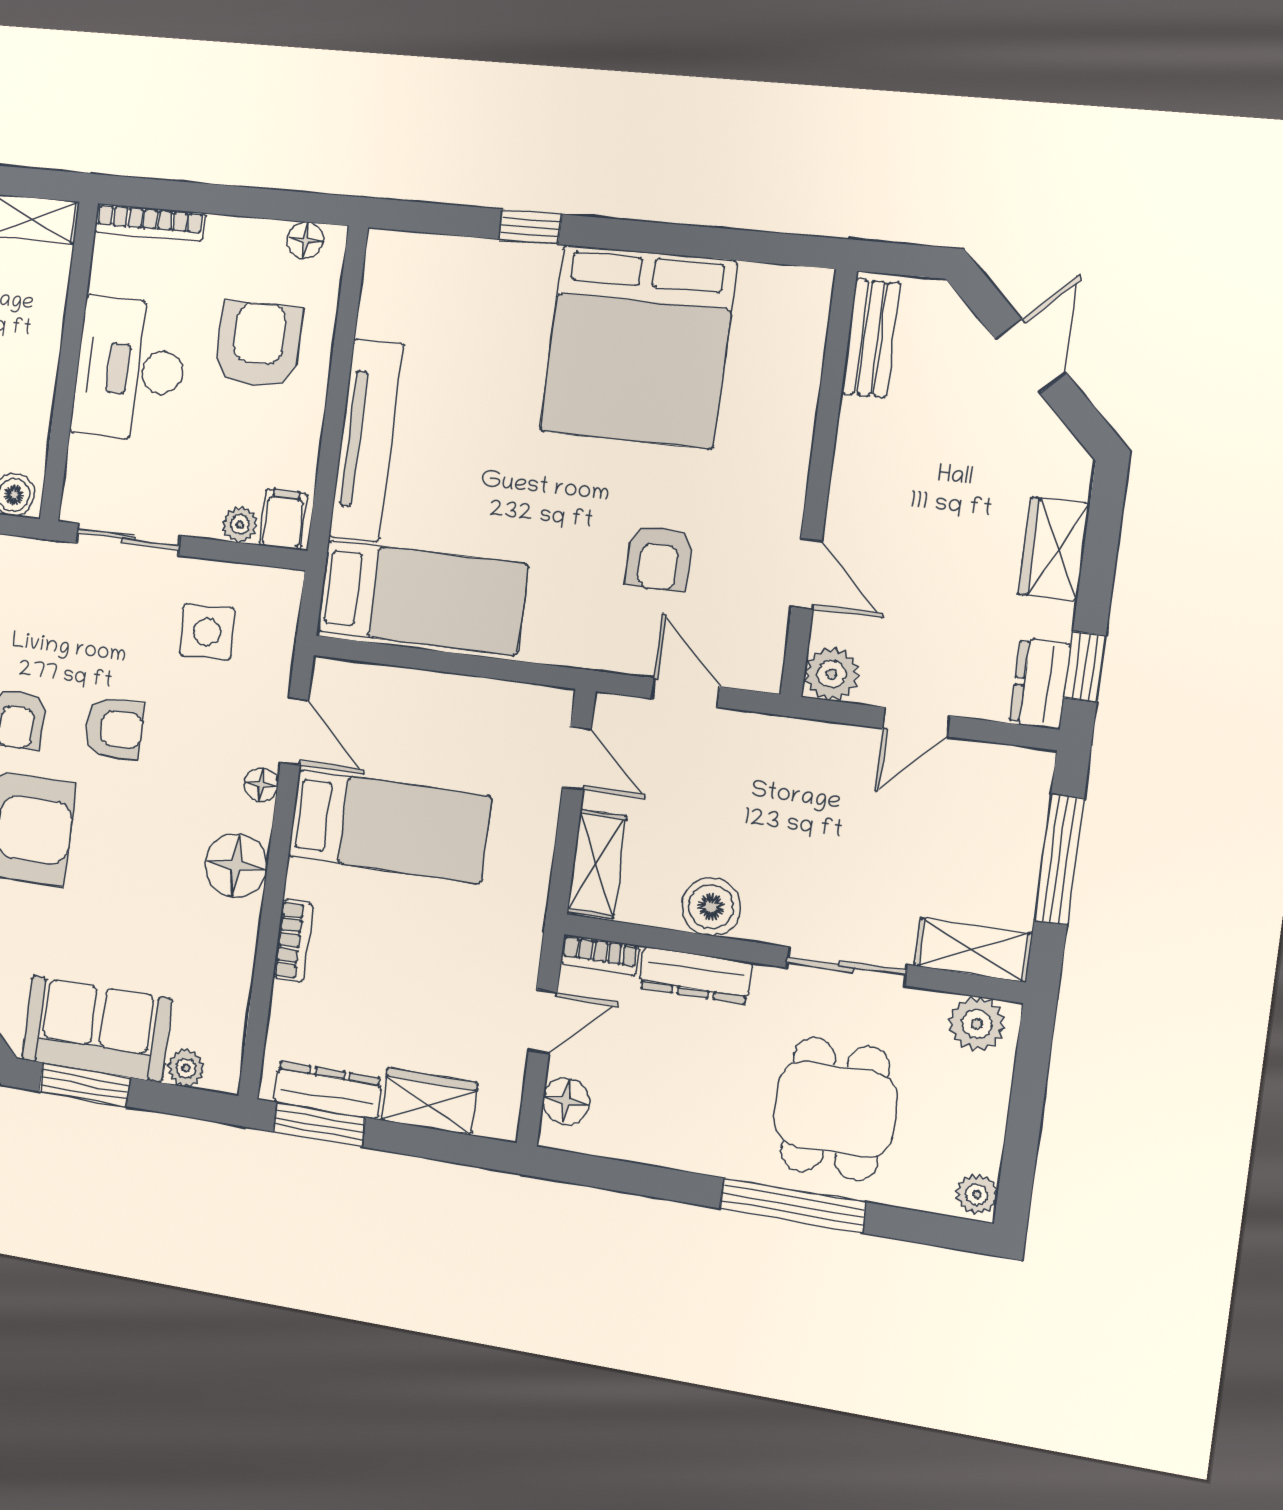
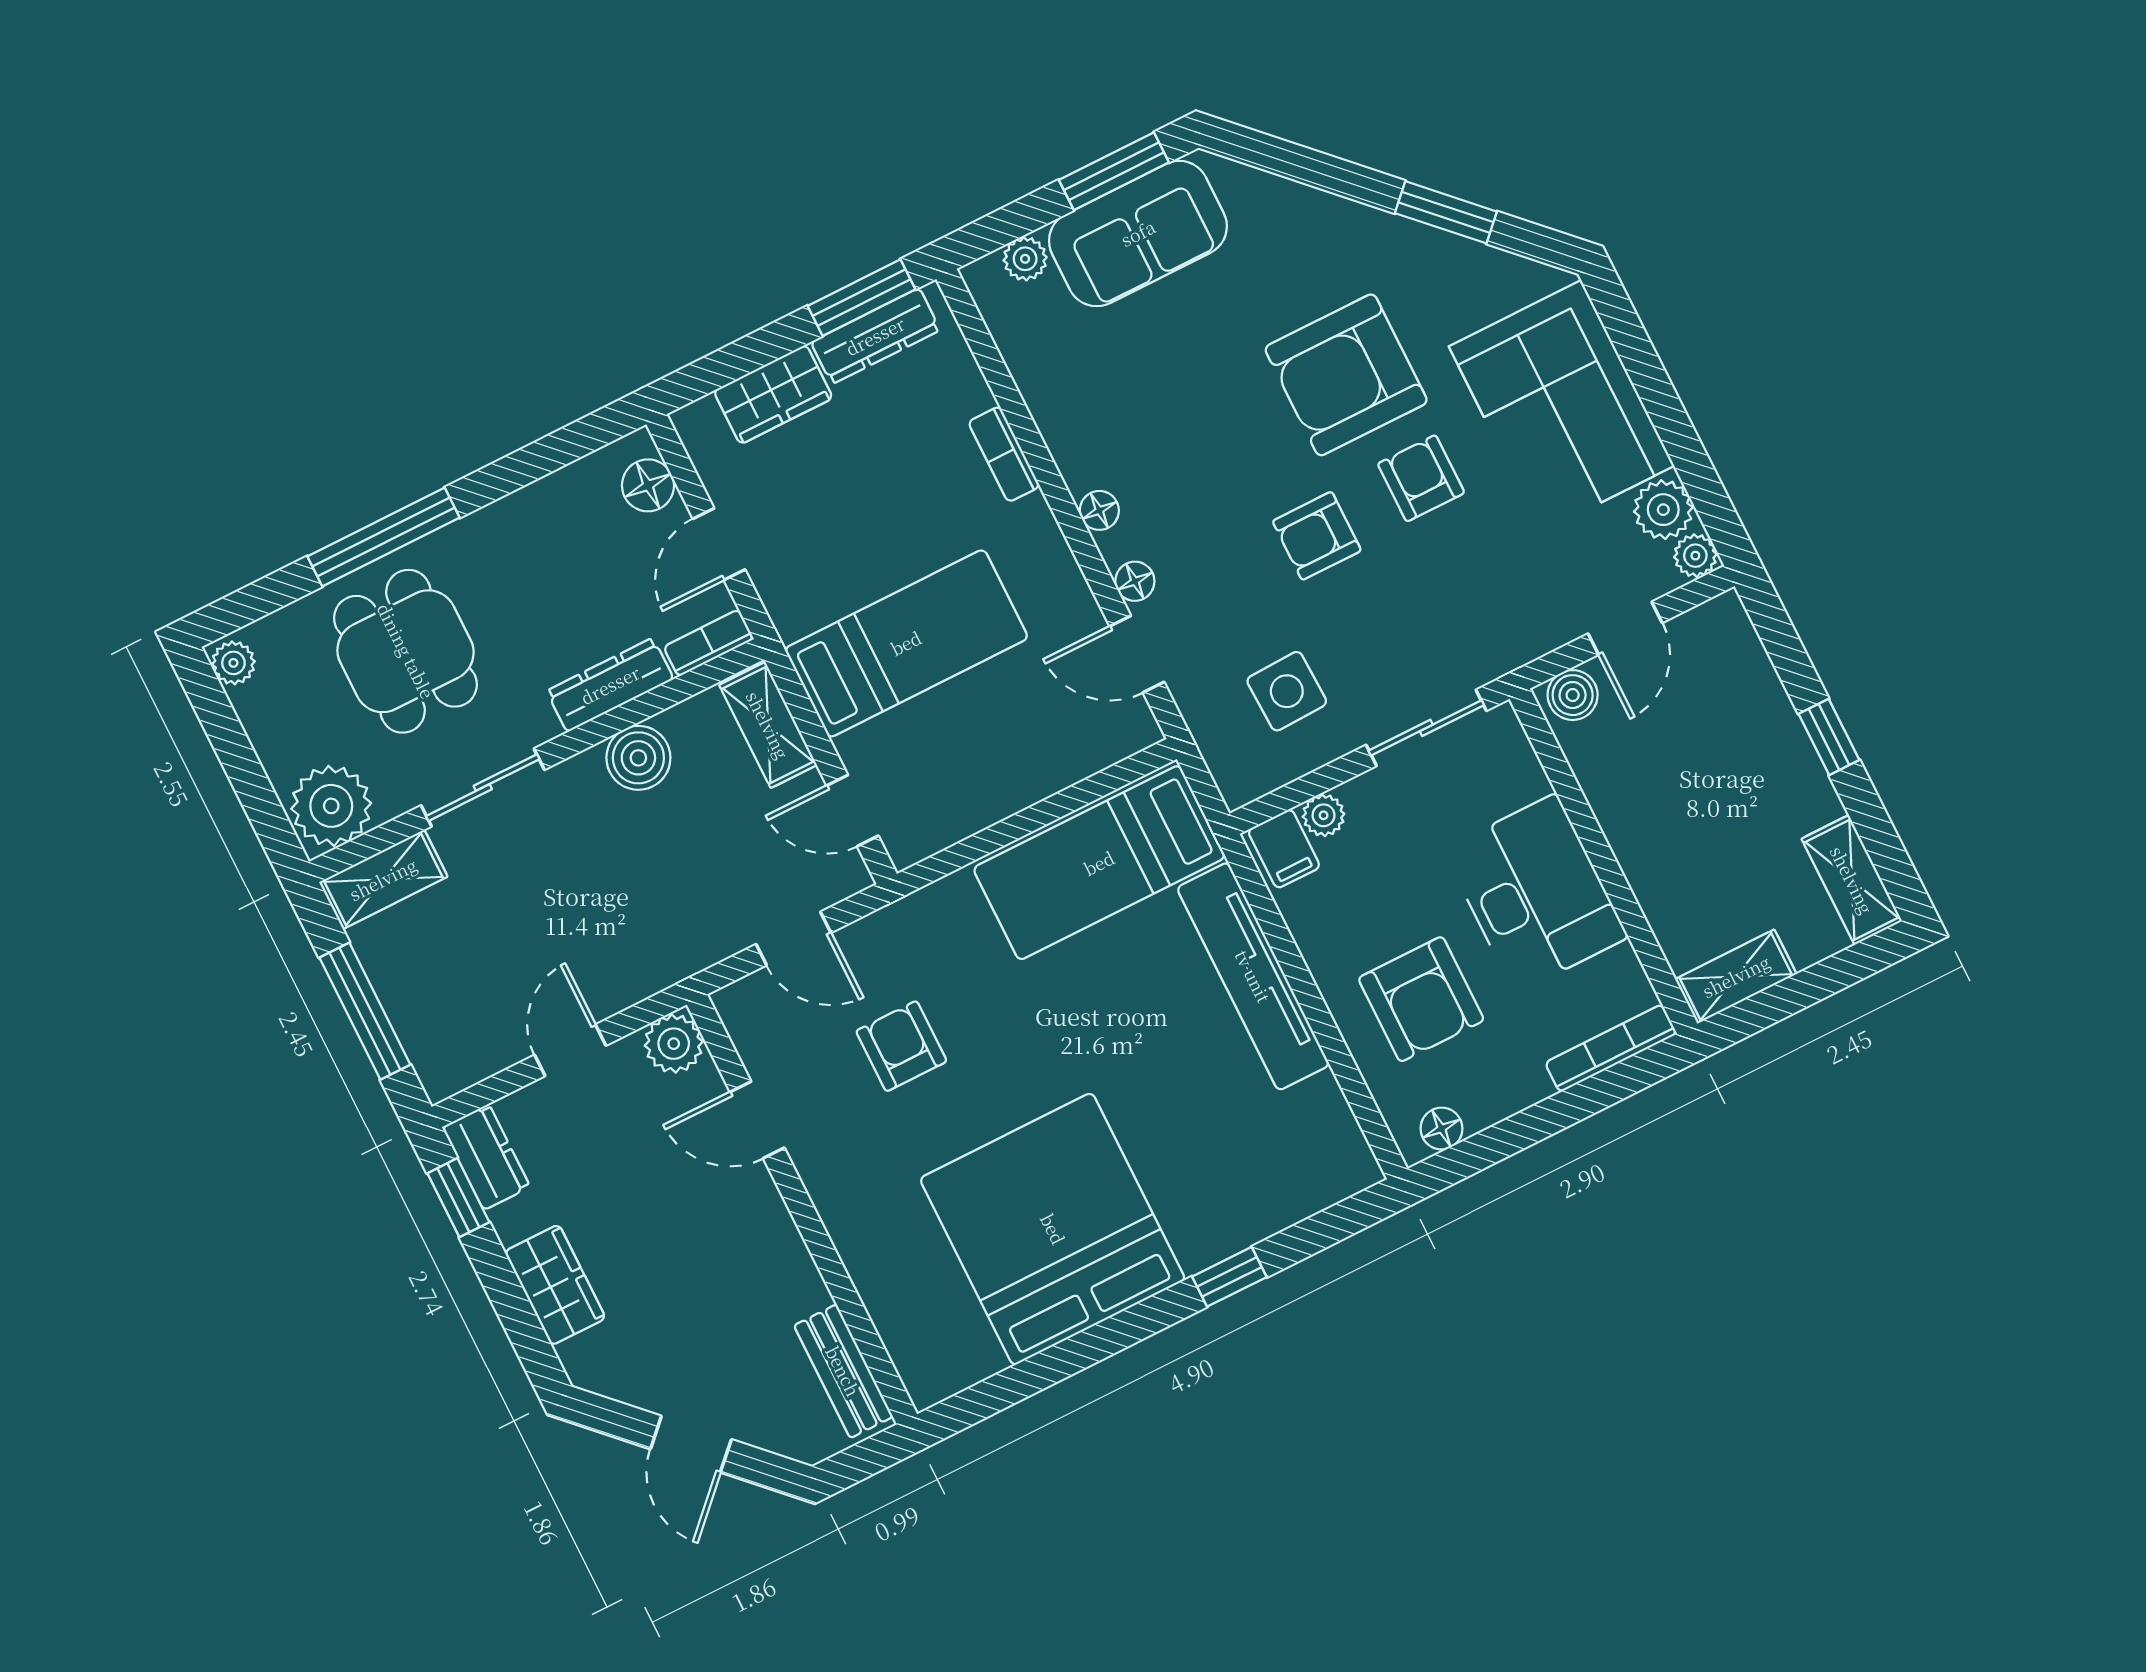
bed: (389, 826) -> (906, 643), moved, turned 180
floor lamp: (236, 866) -> (1099, 510), width x0.53, depth x0.53
plant: (977, 1024) -> (331, 806), width x1.36, depth x1.36

